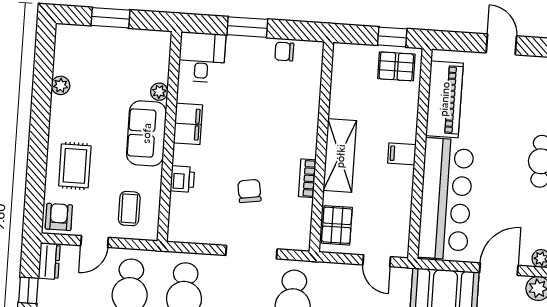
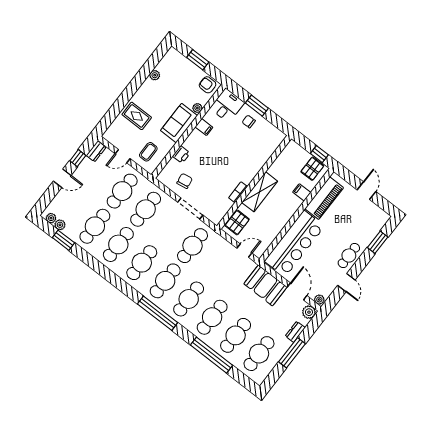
chair: (284, 52) -> (249, 121), moved
pallet: (396, 66) -> (312, 169), turned 90
filing cabinet: (188, 124) -> (204, 127), width x0.50
filing cabinet: (402, 154) -> (302, 192), moved
rug: (75, 166) -> (137, 116), turned 90
chair: (249, 191) -> (185, 181), moved
armchair: (59, 217) -> (208, 85), moved, turned -90
door: (377, 261) -> (244, 251), swing flipped
door: (499, 269) -> (297, 291), hinge flipped

